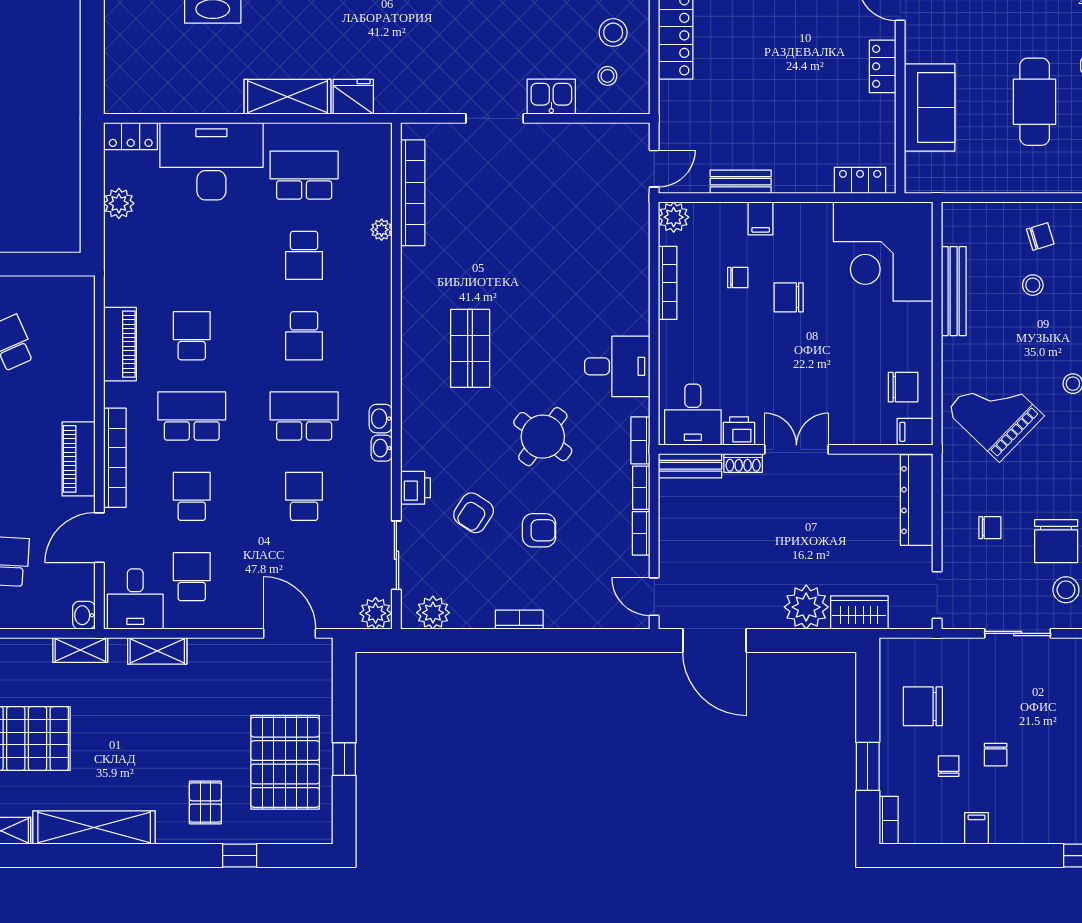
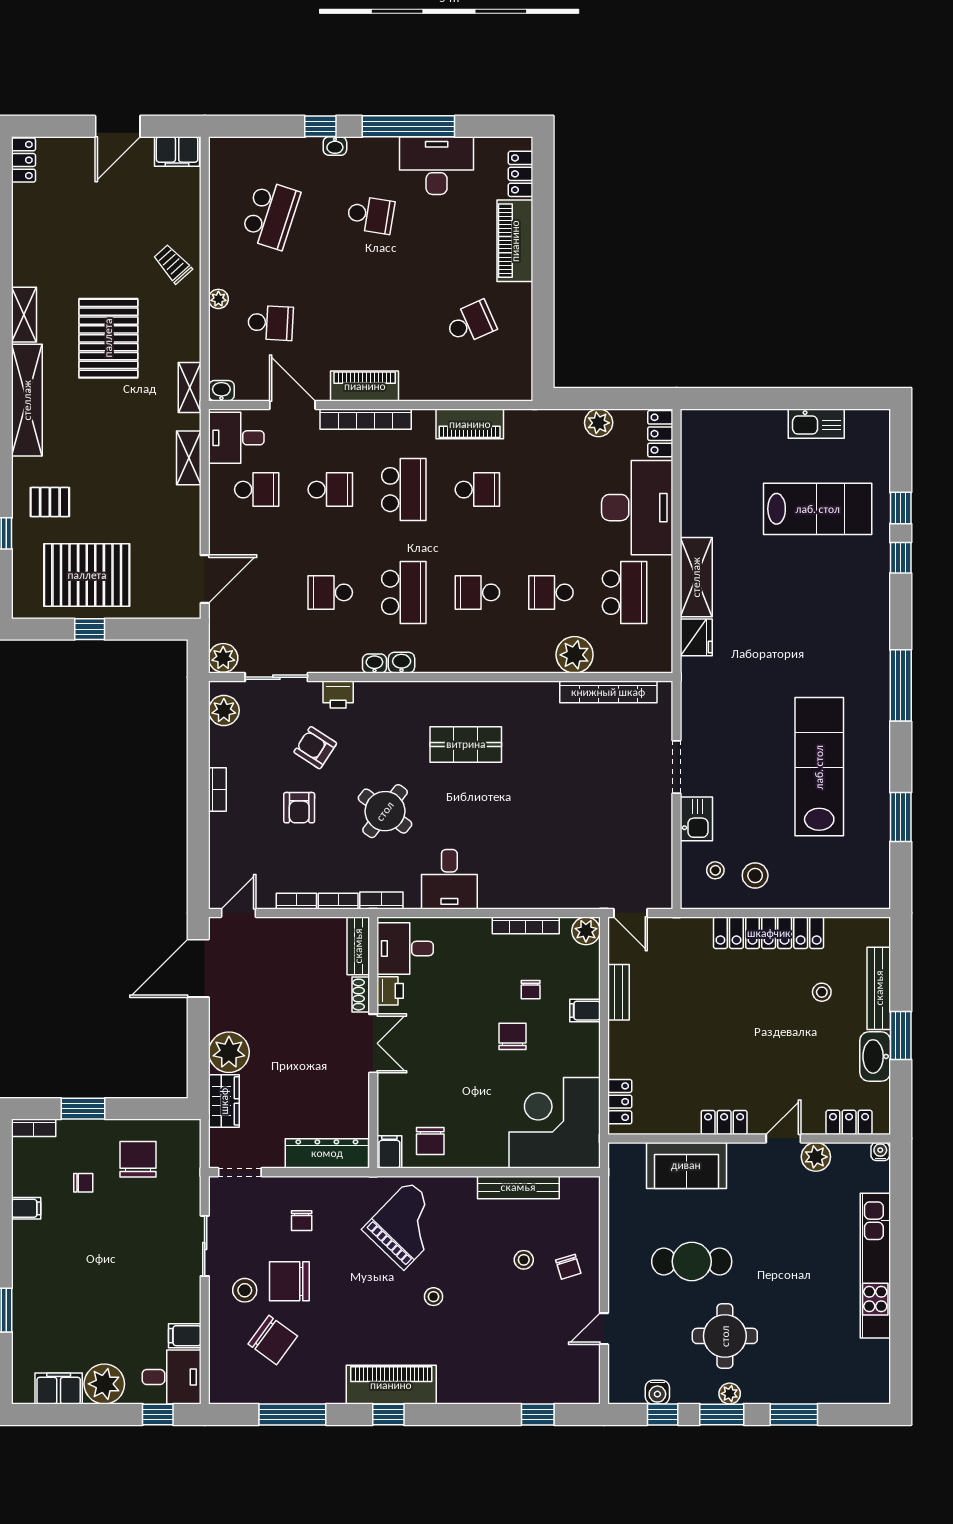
plant: (382, 230) -> (575, 655), width x1.88, depth x1.88
school desk: (304, 496) -> (330, 592), turned 180
chair: (996, 755) -> (94, 1226), removed

